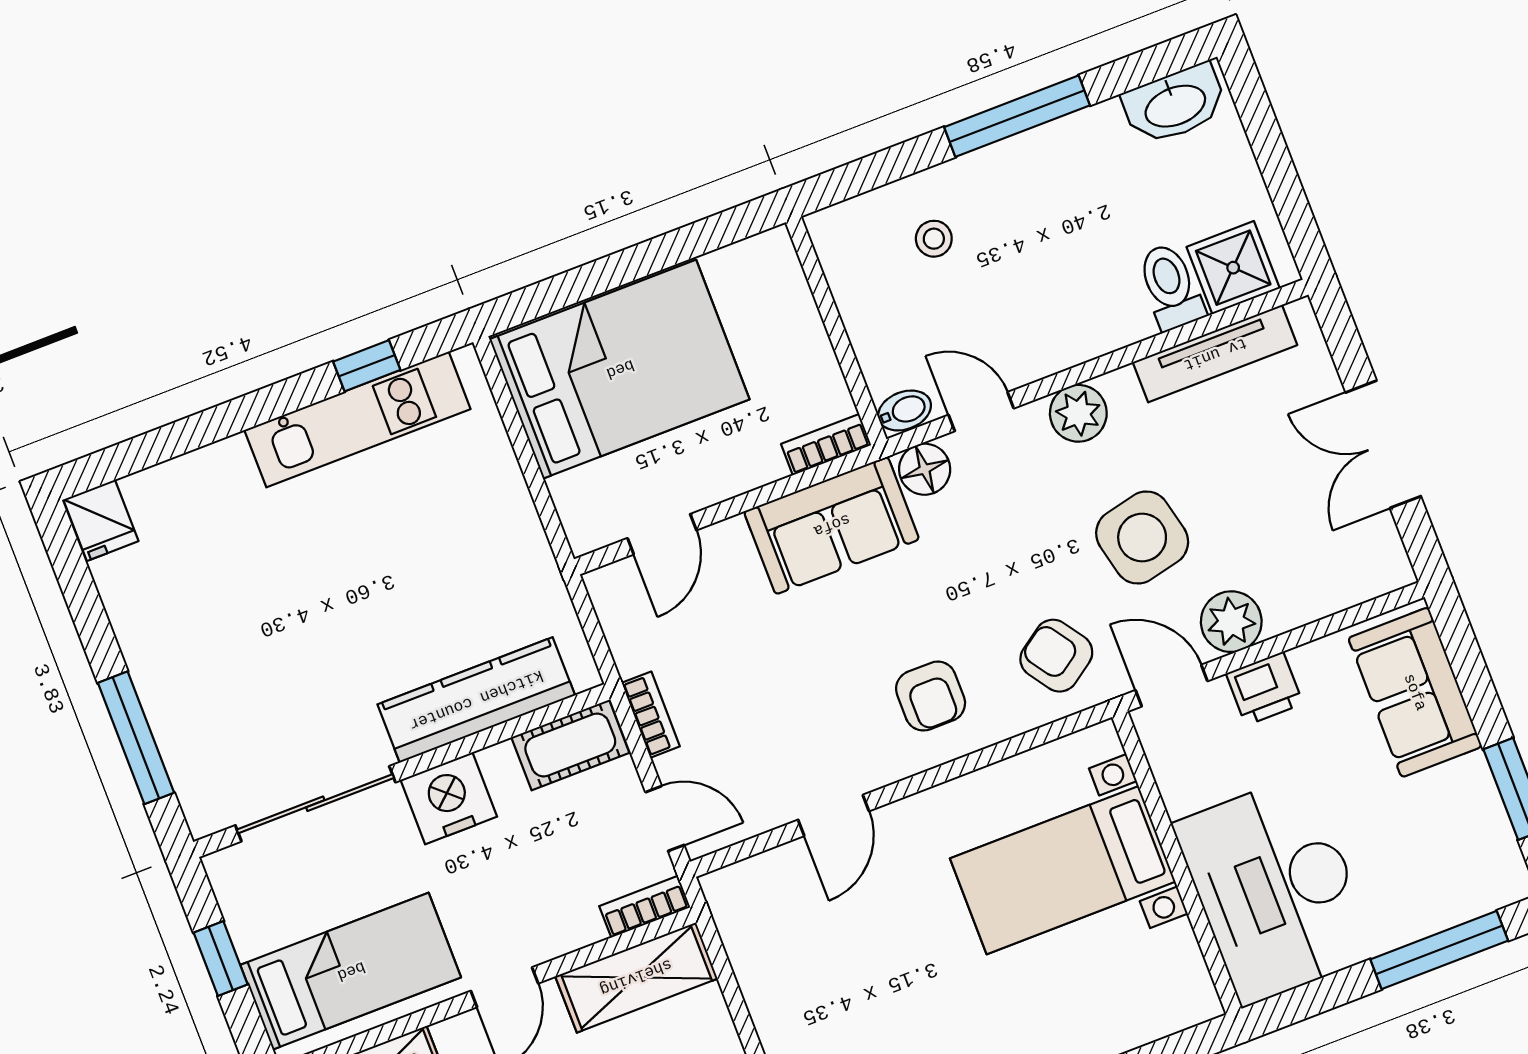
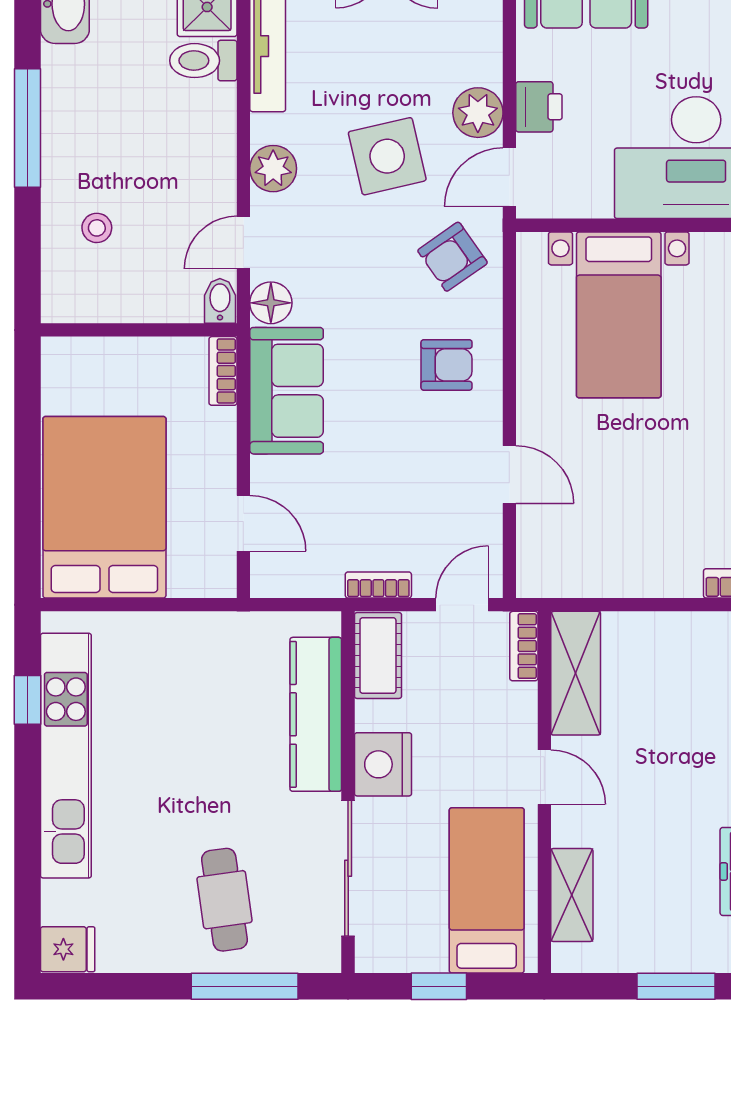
kitchen unit: (357, 419) -> (66, 756), width x1.36
cafe table: (226, 677) -> (224, 900), added

